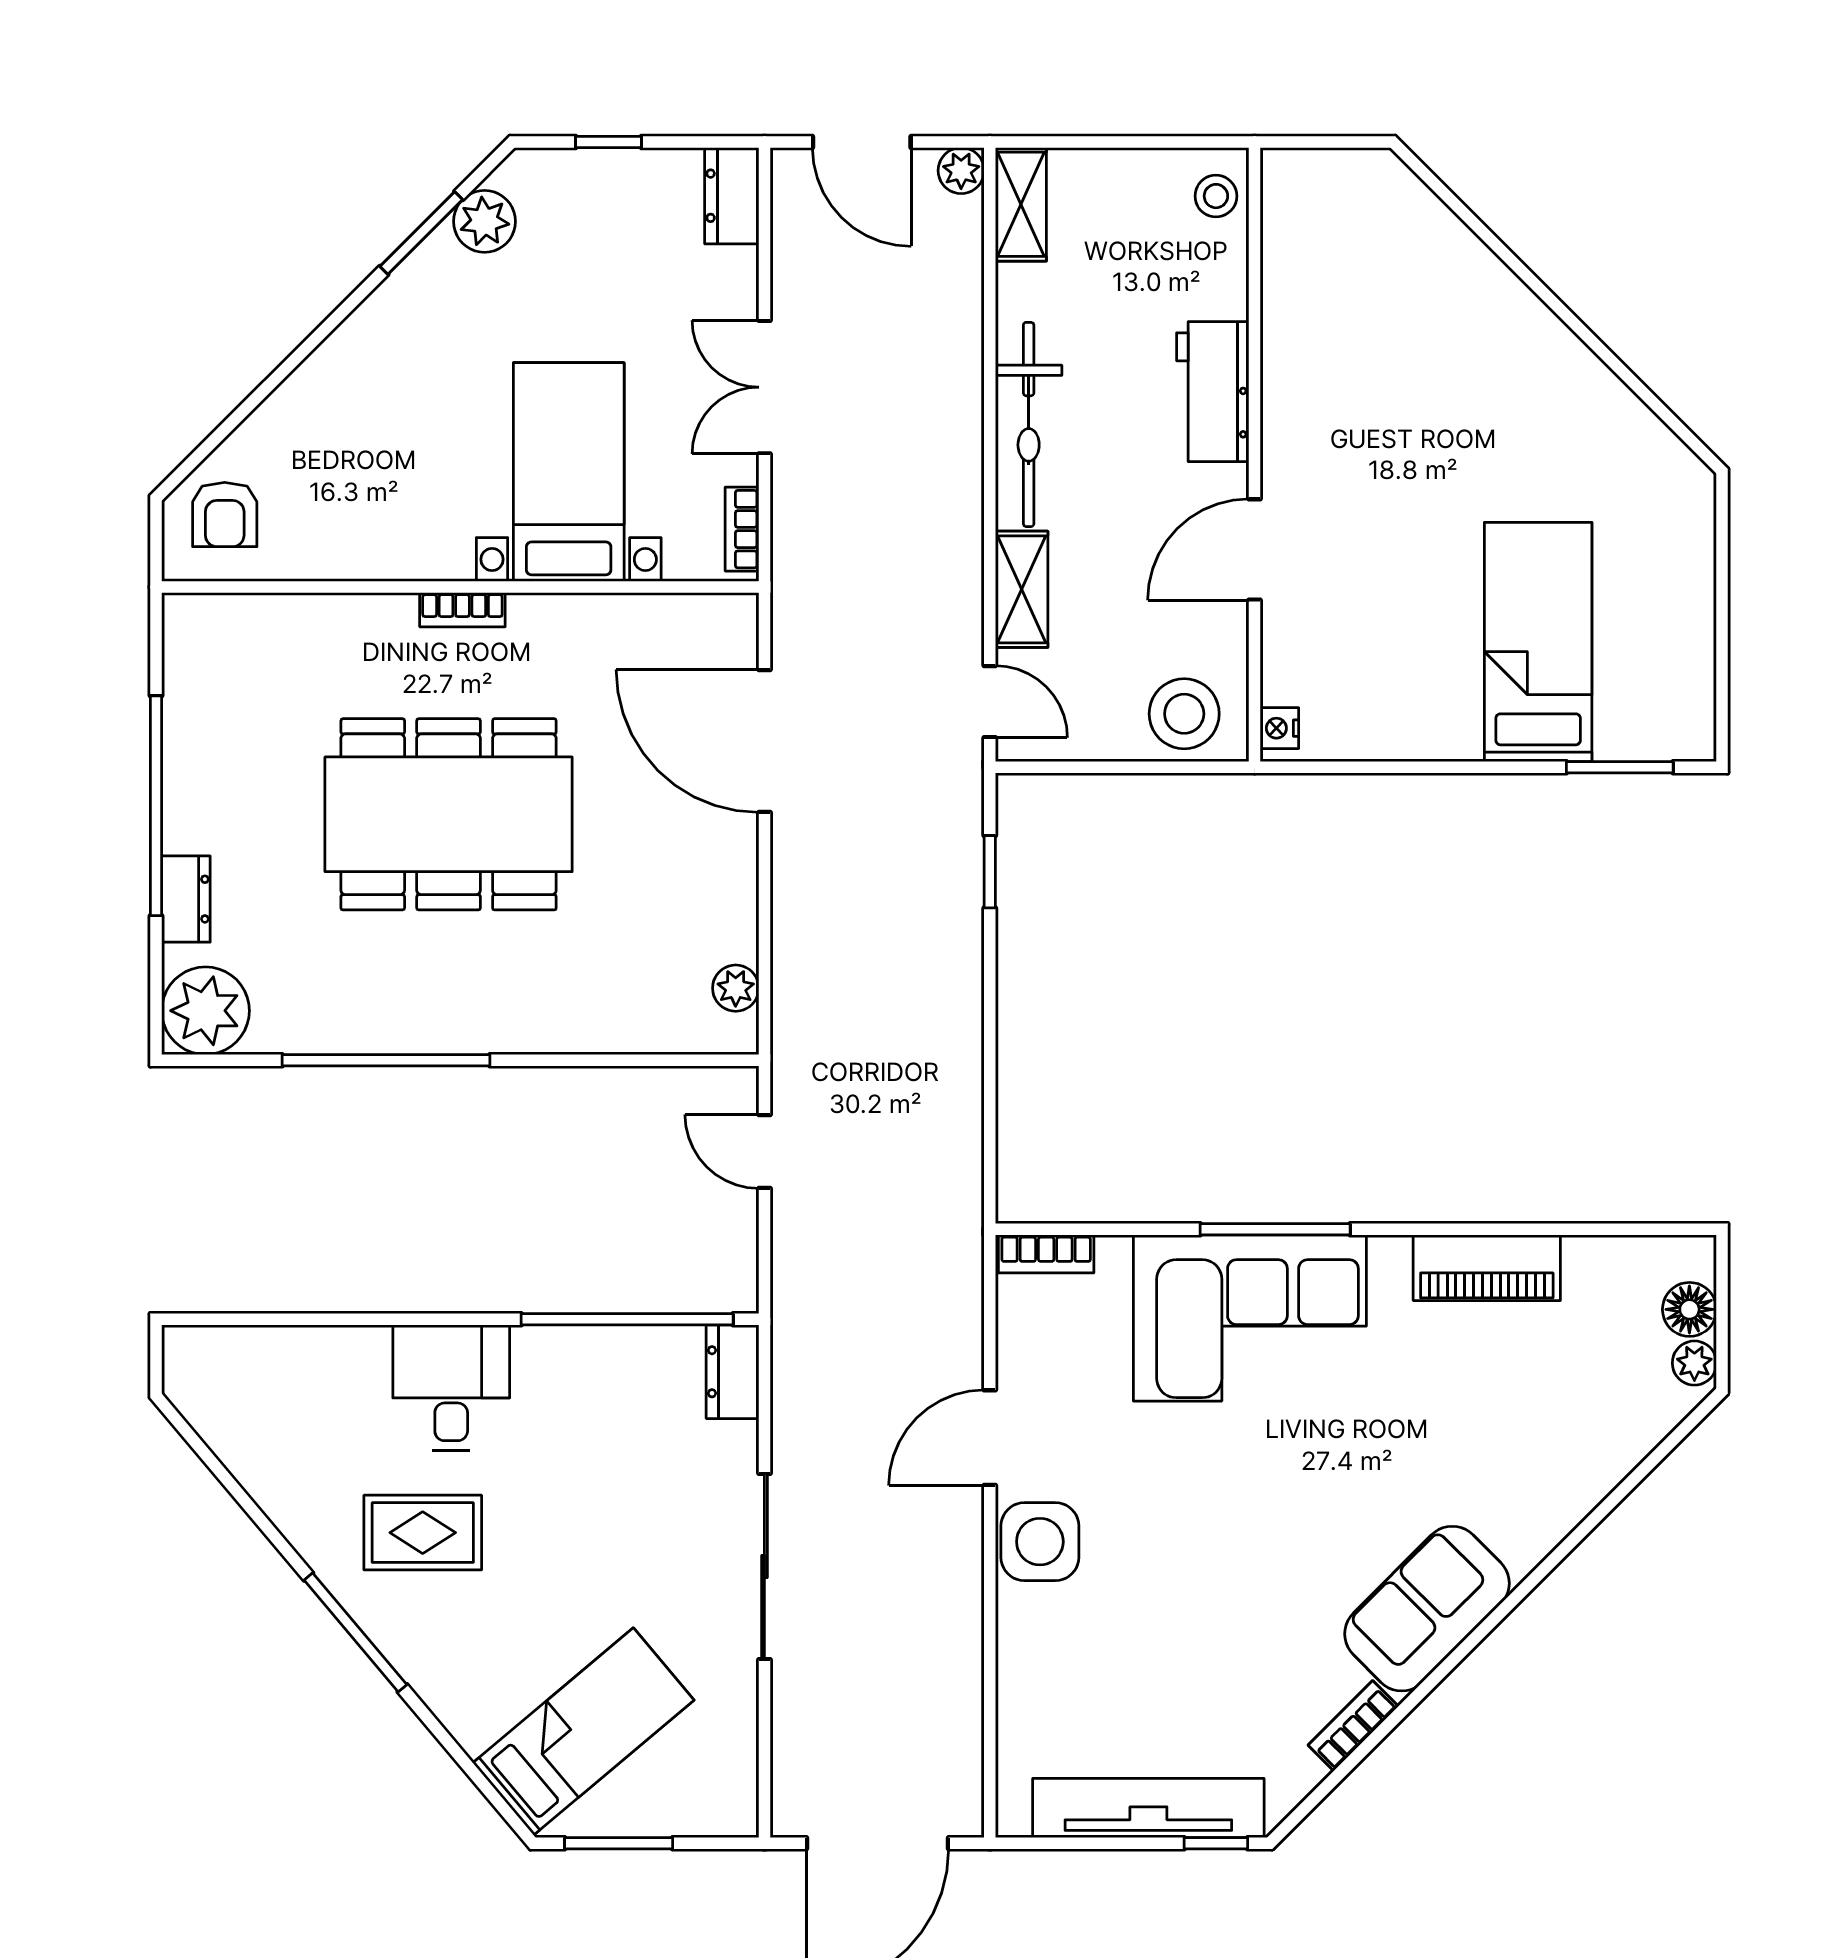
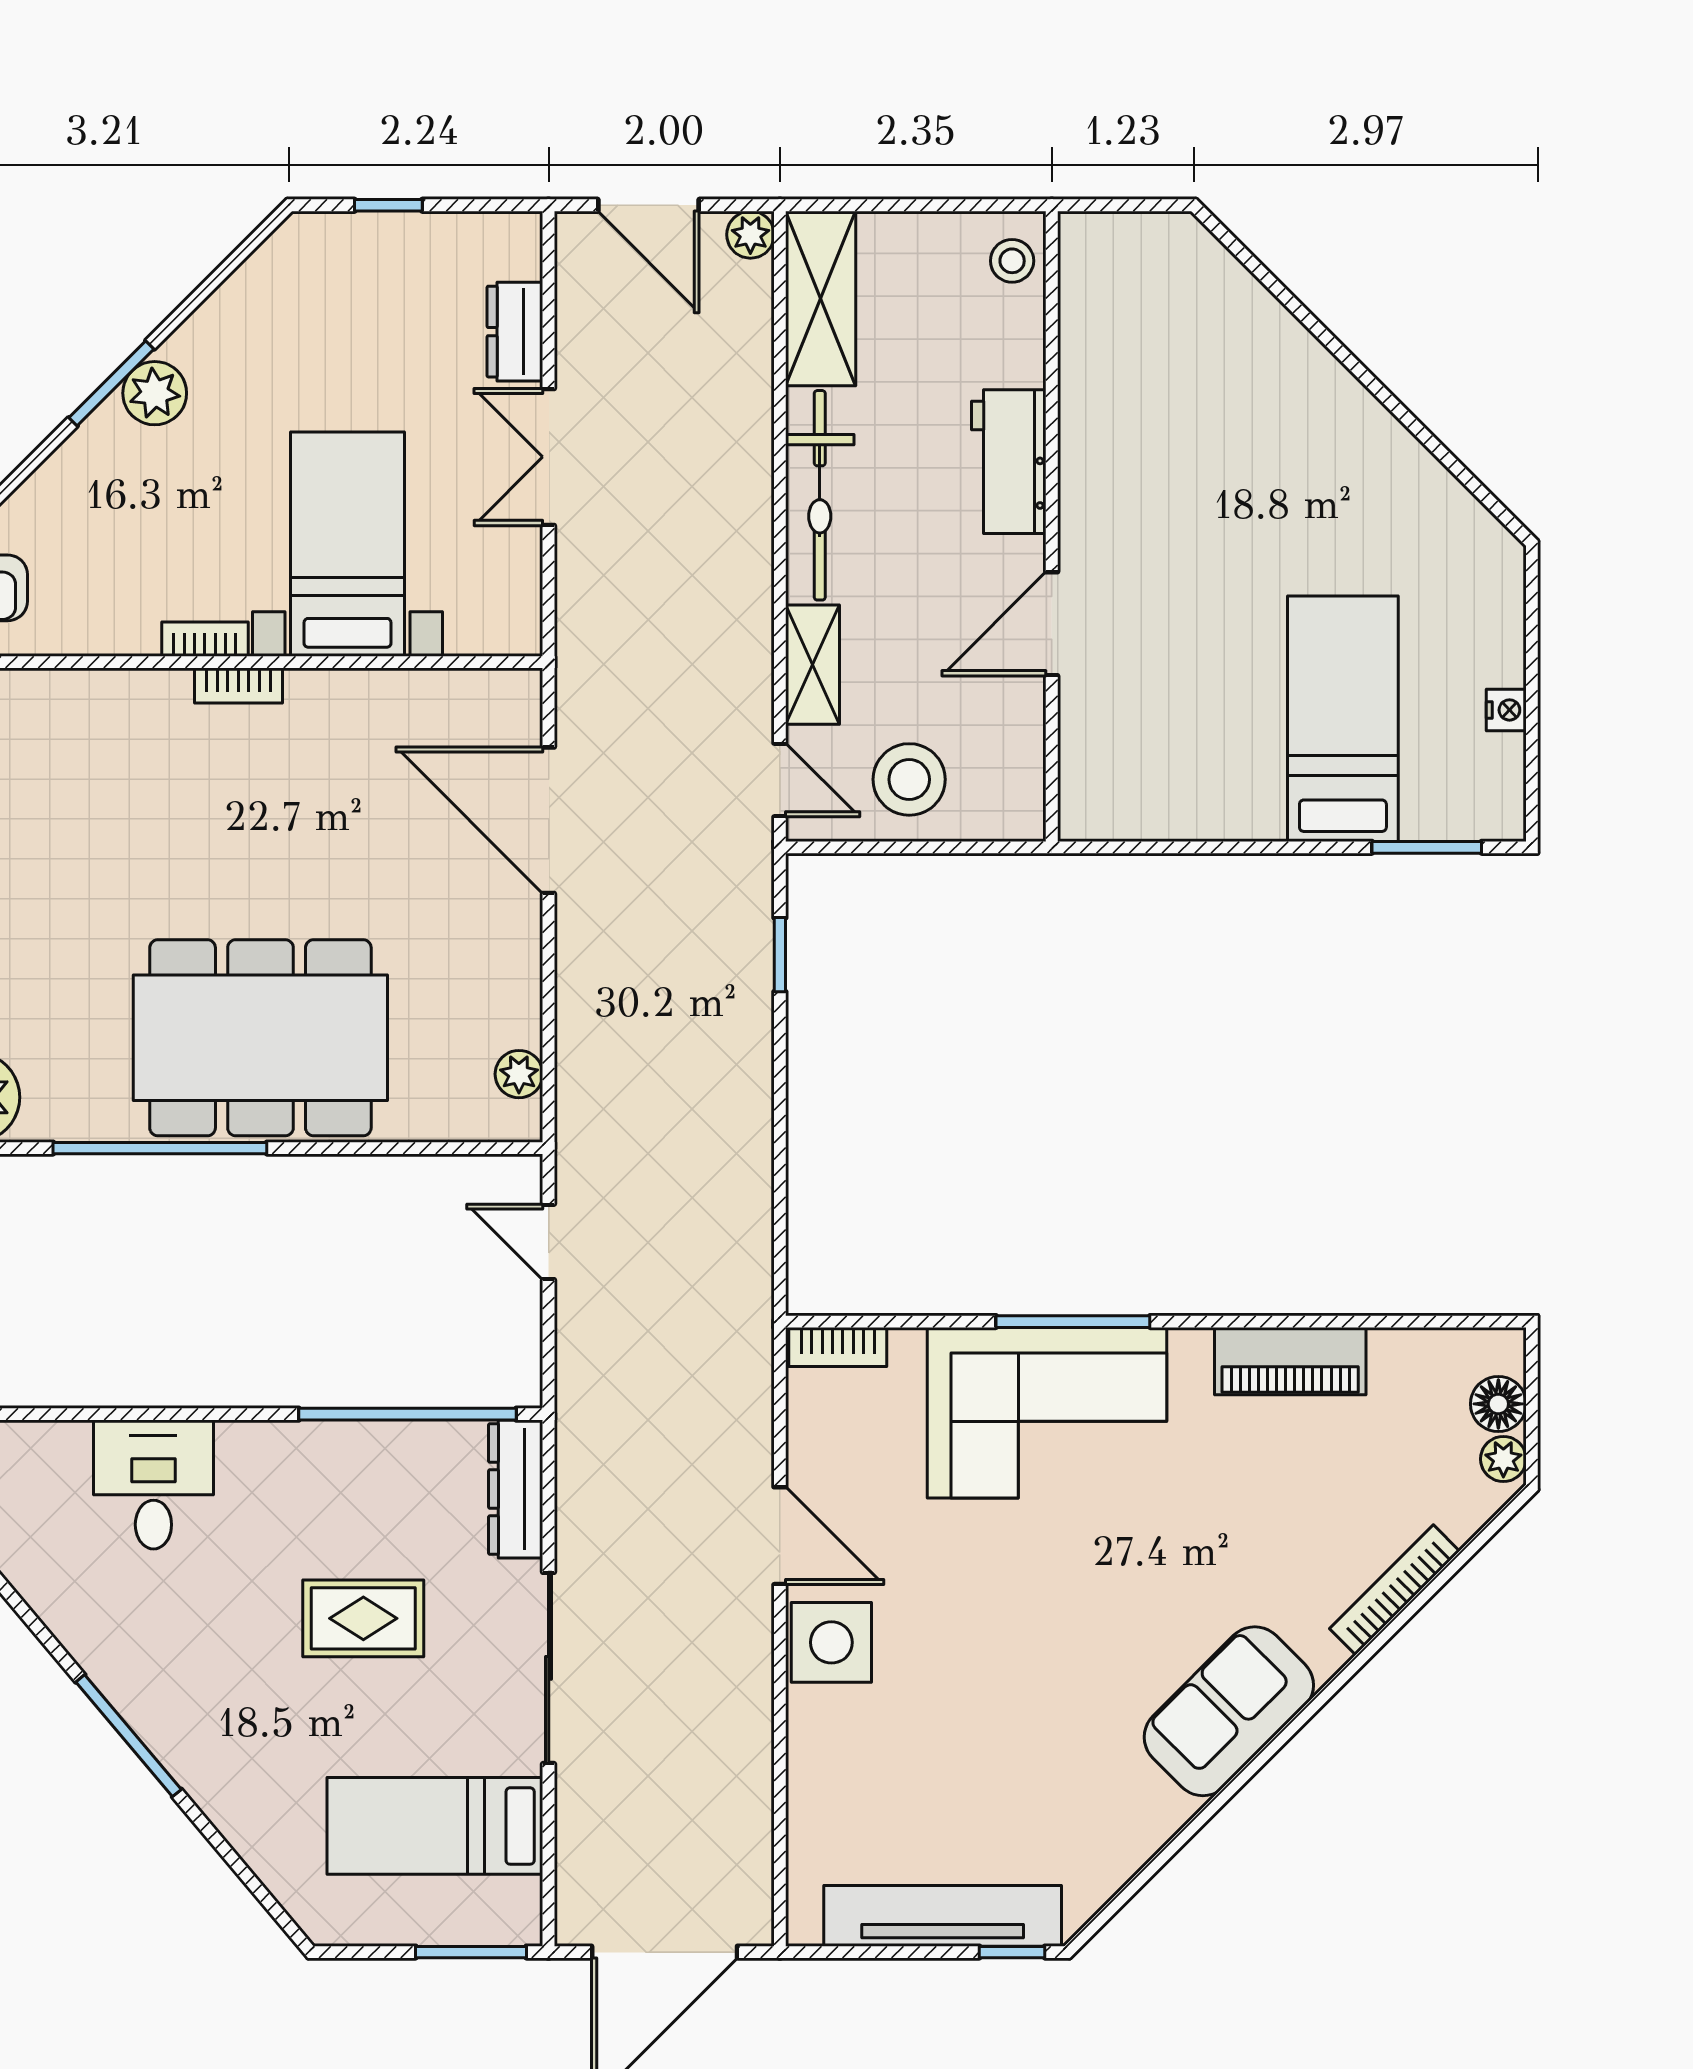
dresser: (732, 196) -> (515, 332), moved
shelving: (1021, 204) -> (821, 298), width x1.50, depth x1.33
plant: (484, 221) -> (155, 393), moved
window: (421, 233) -> (111, 383), moved
bookcase: (742, 529) -> (205, 639), moved, turned 90
stool: (1184, 714) -> (909, 779), moved
nightstand: (1279, 728) -> (1506, 710), moved, turned 180
dining table: (449, 814) -> (260, 1038), moved
dresser: (732, 1372) -> (516, 1489), width x1.44
desk: (451, 1388) -> (153, 1485), moved
door: (990, 1438) -> (780, 1536), swing flipped
rug: (423, 1533) -> (363, 1618), moved
bookcase: (1353, 1726) -> (1395, 1590), moved, width x1.56
bed: (583, 1731) -> (435, 1826), moved, turned -140
window: (619, 1843) -> (471, 1952), moved

